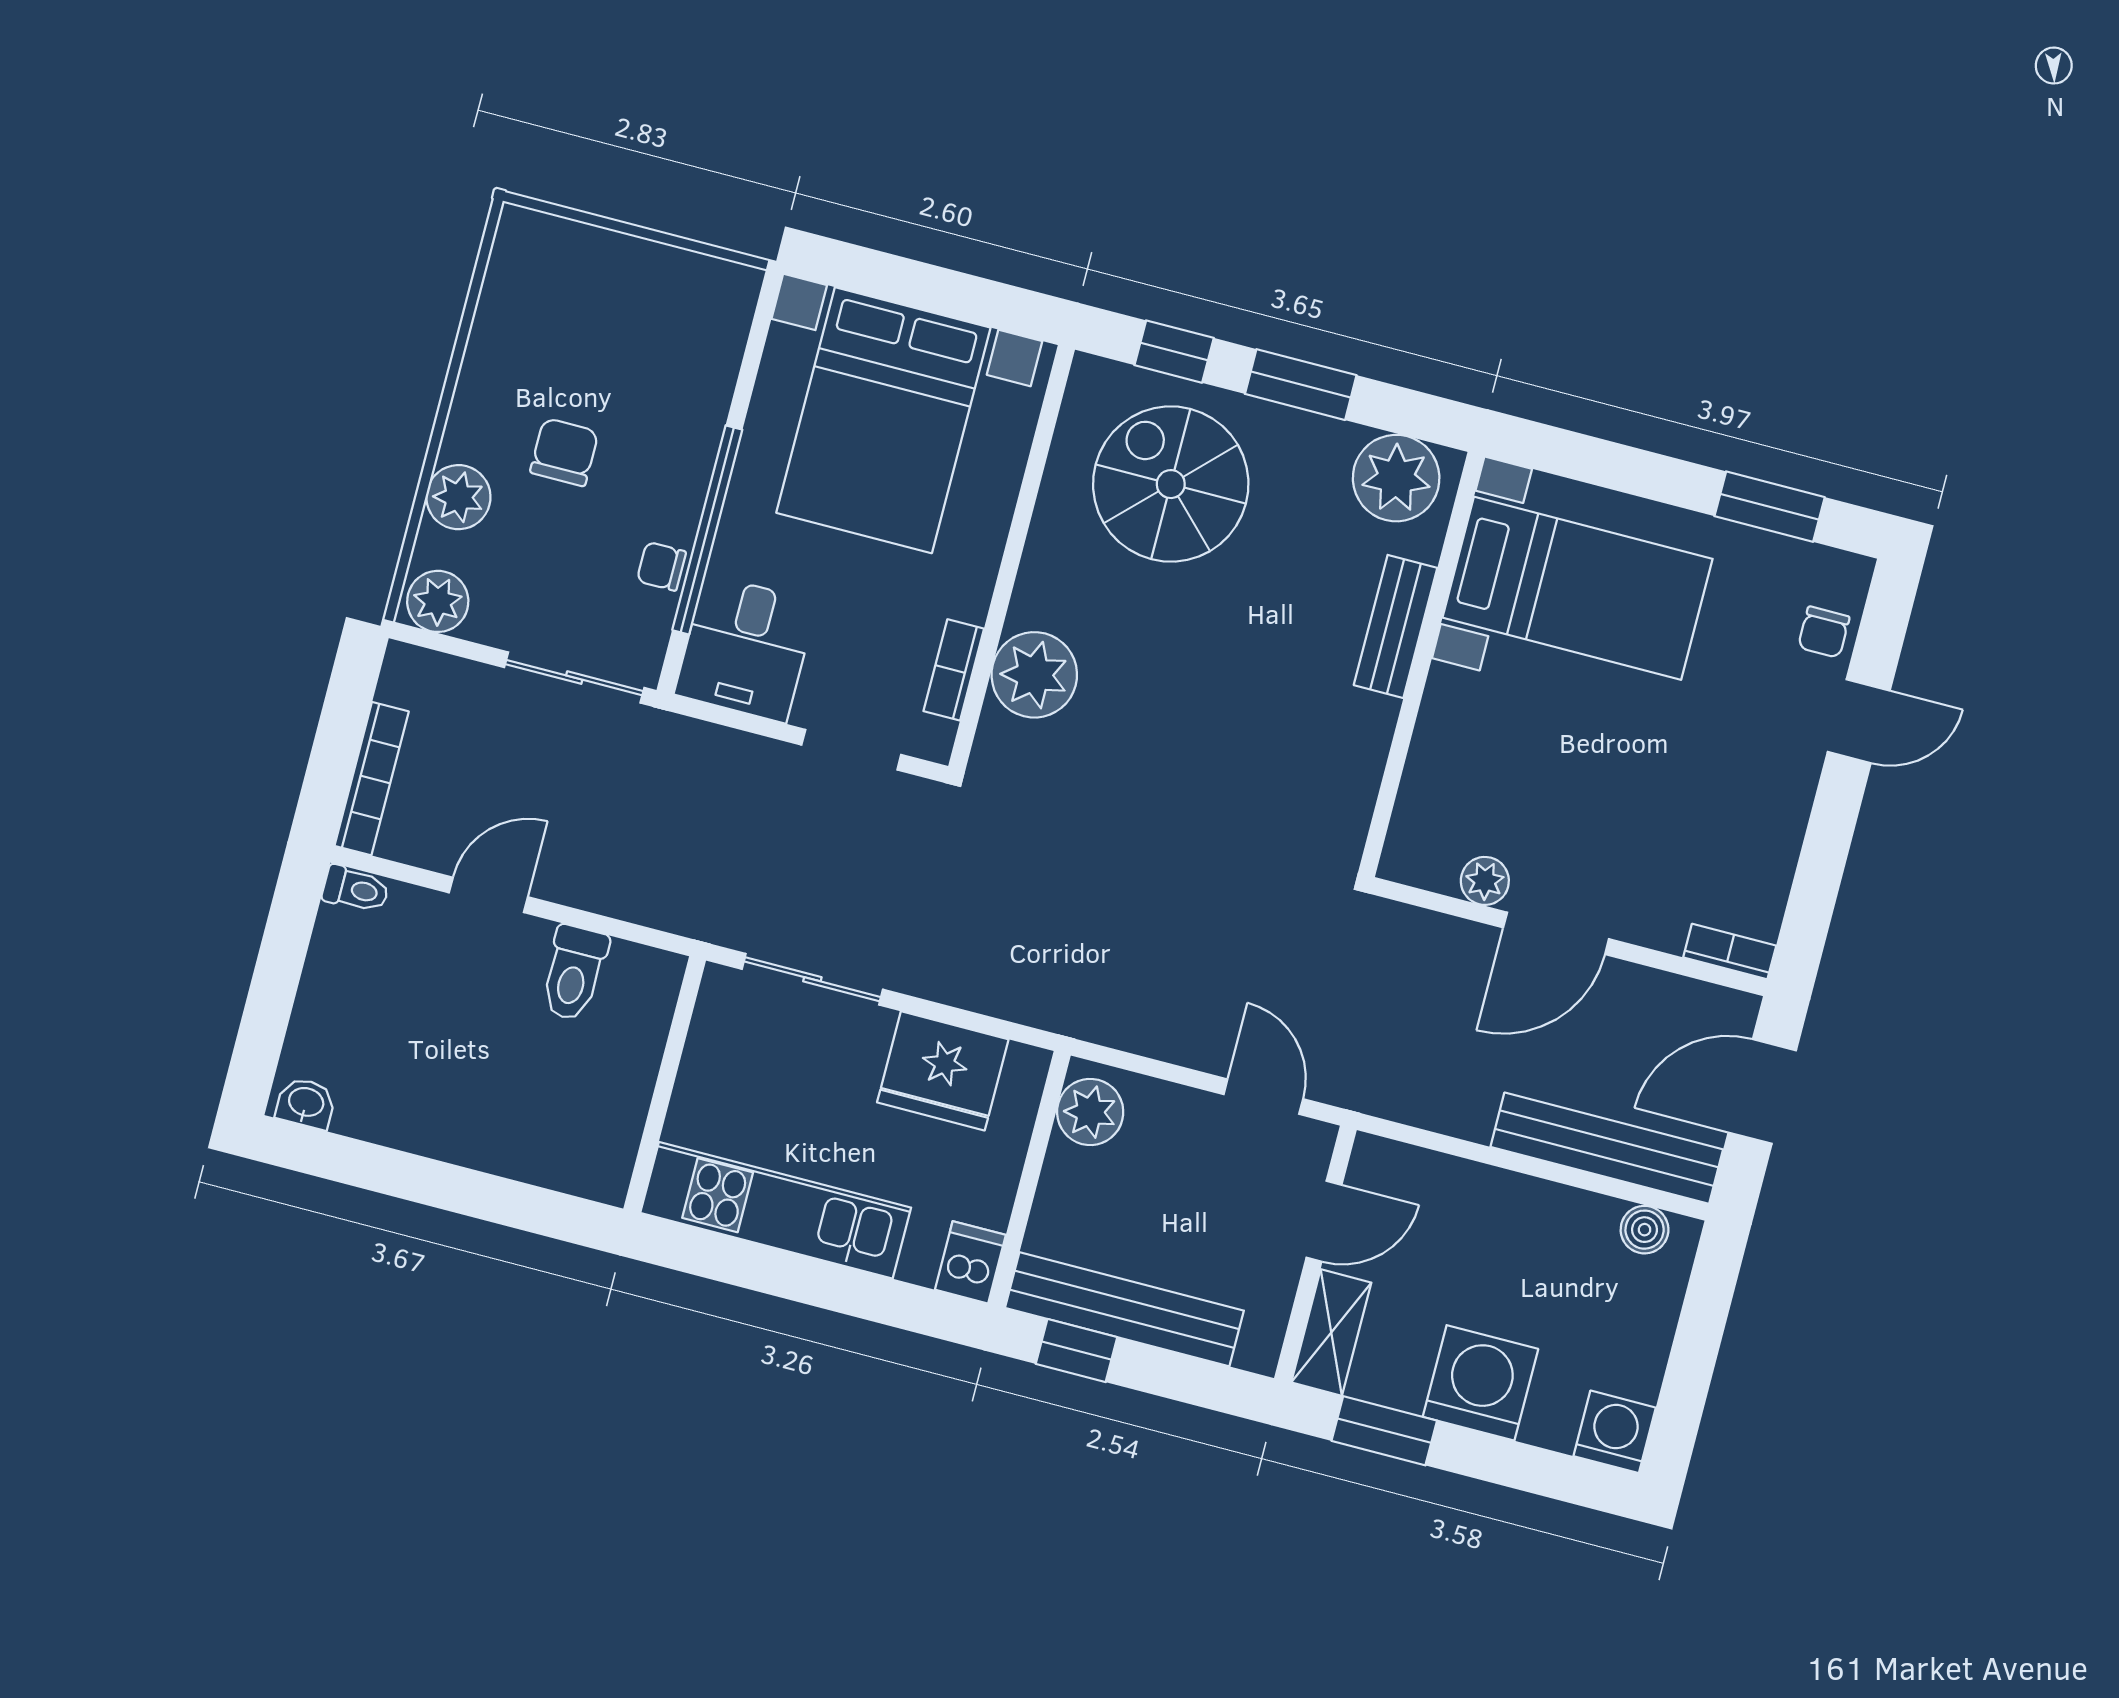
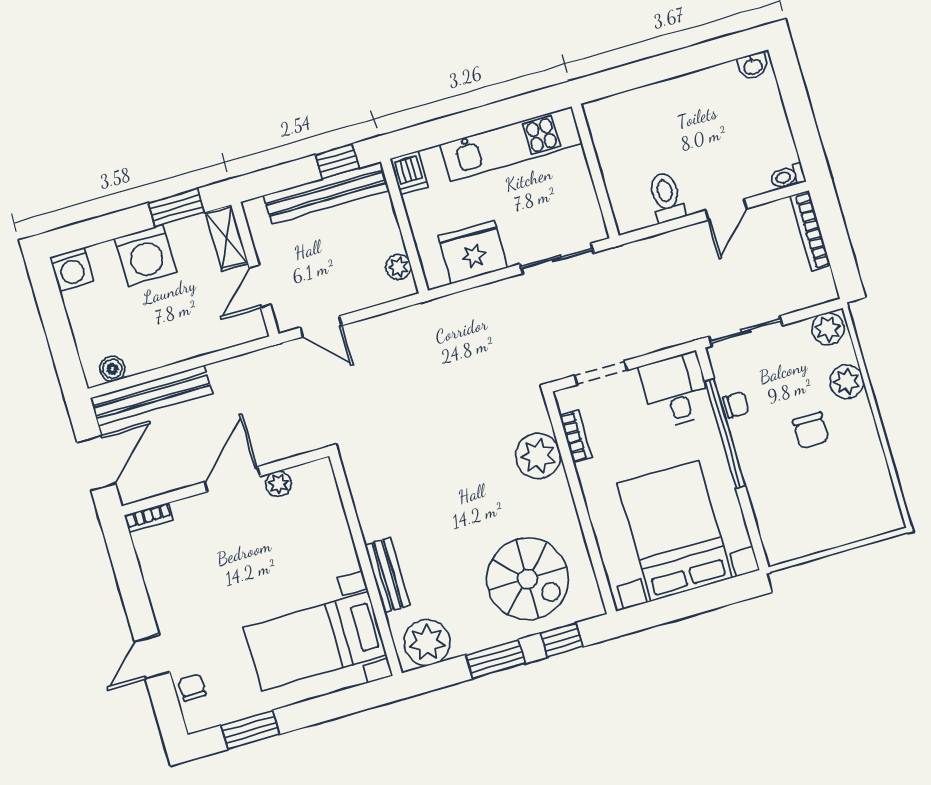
plant: (1090, 1112) -> (398, 267), width x0.73, depth x0.73

